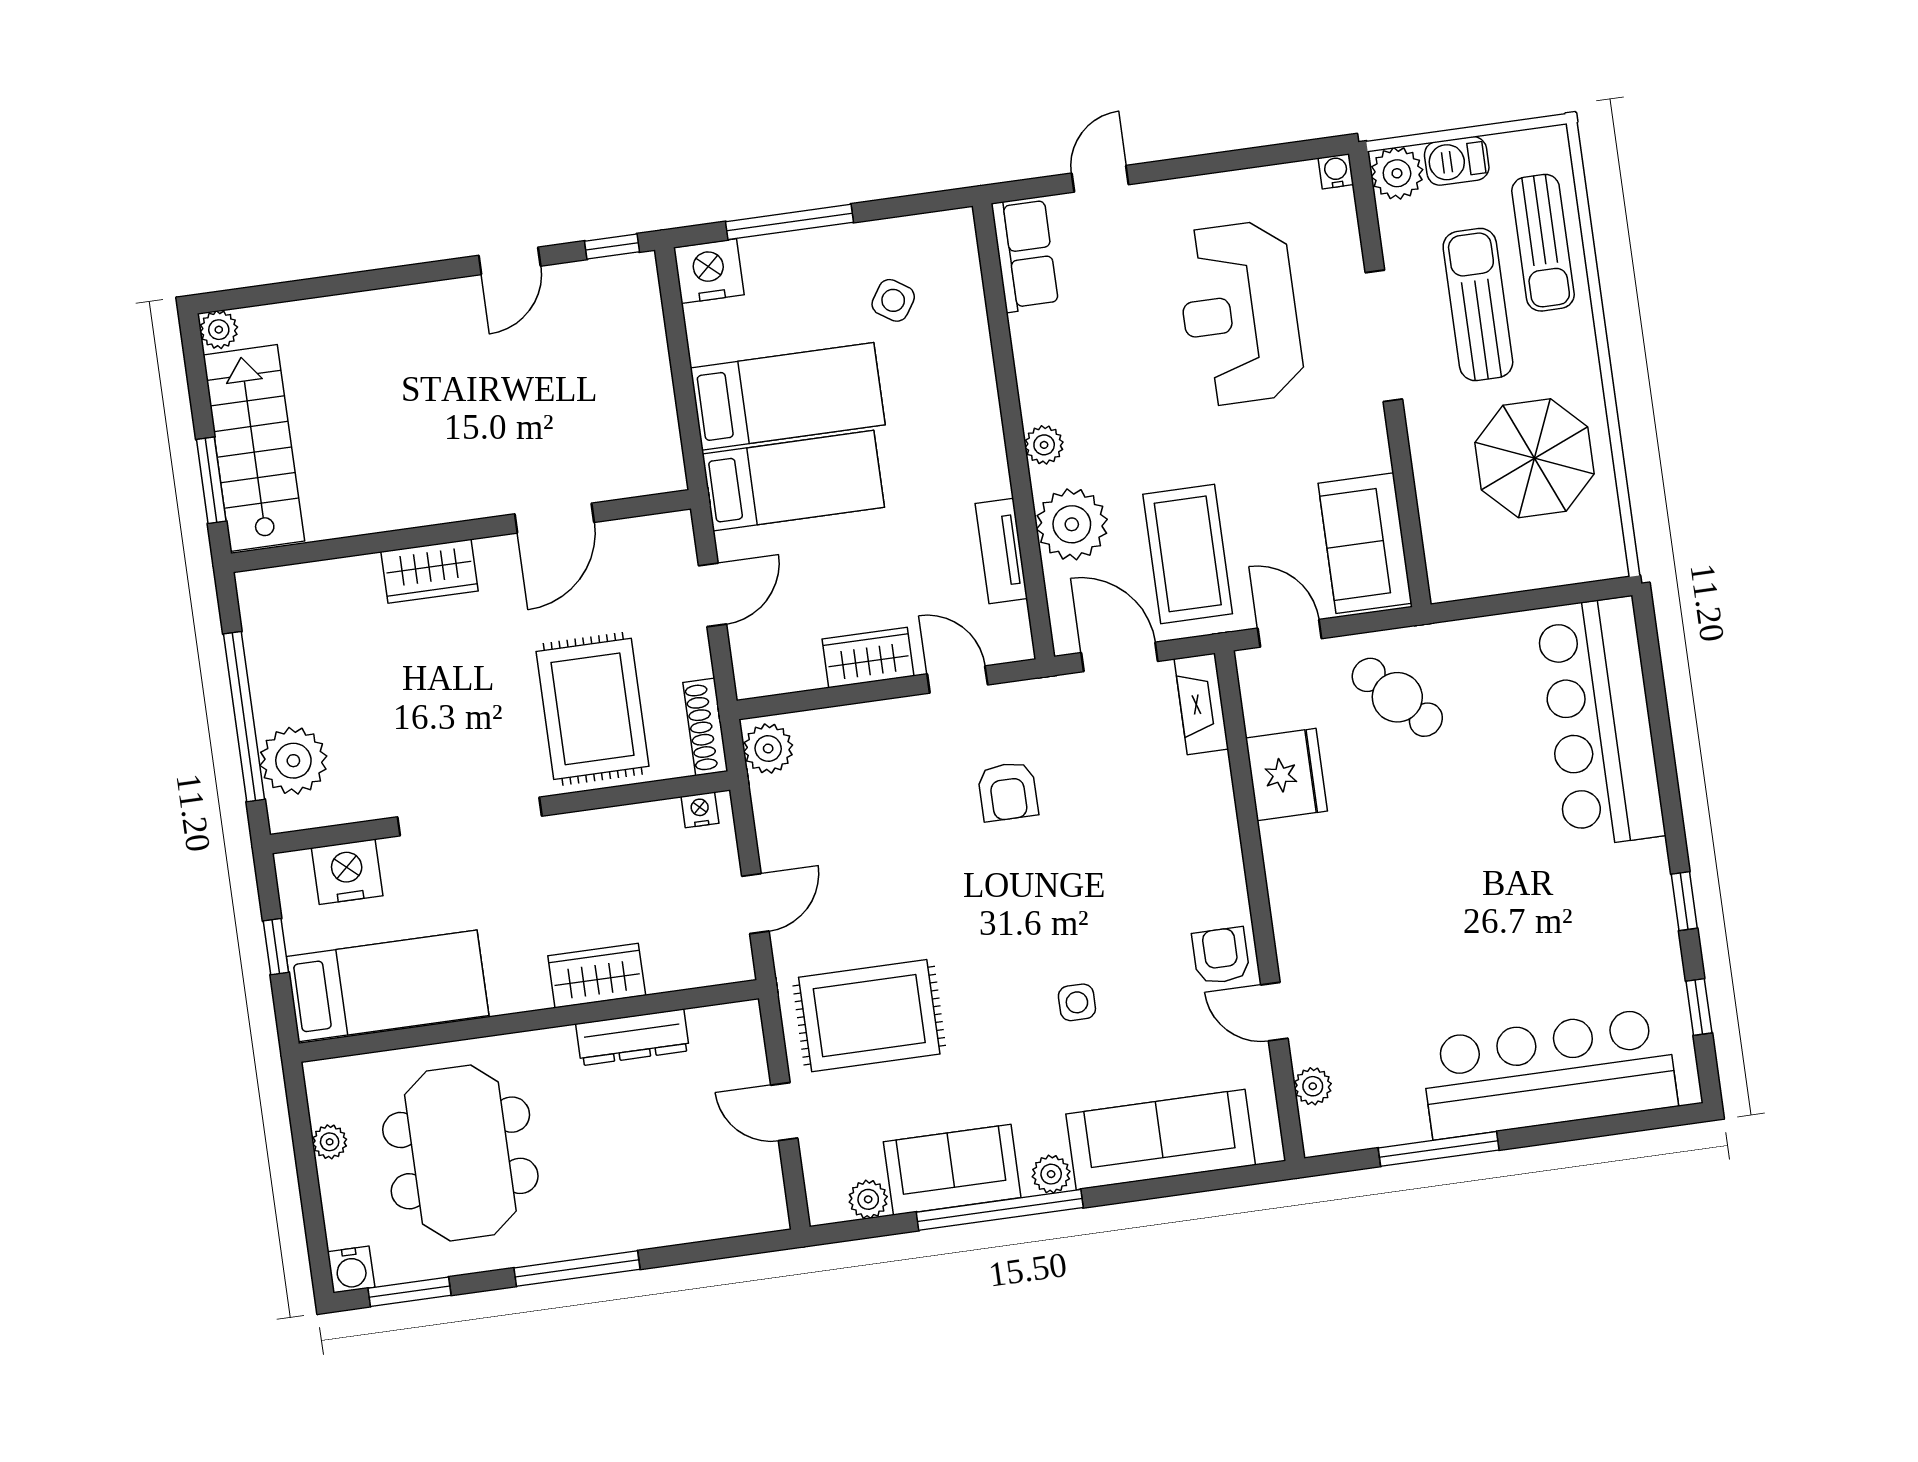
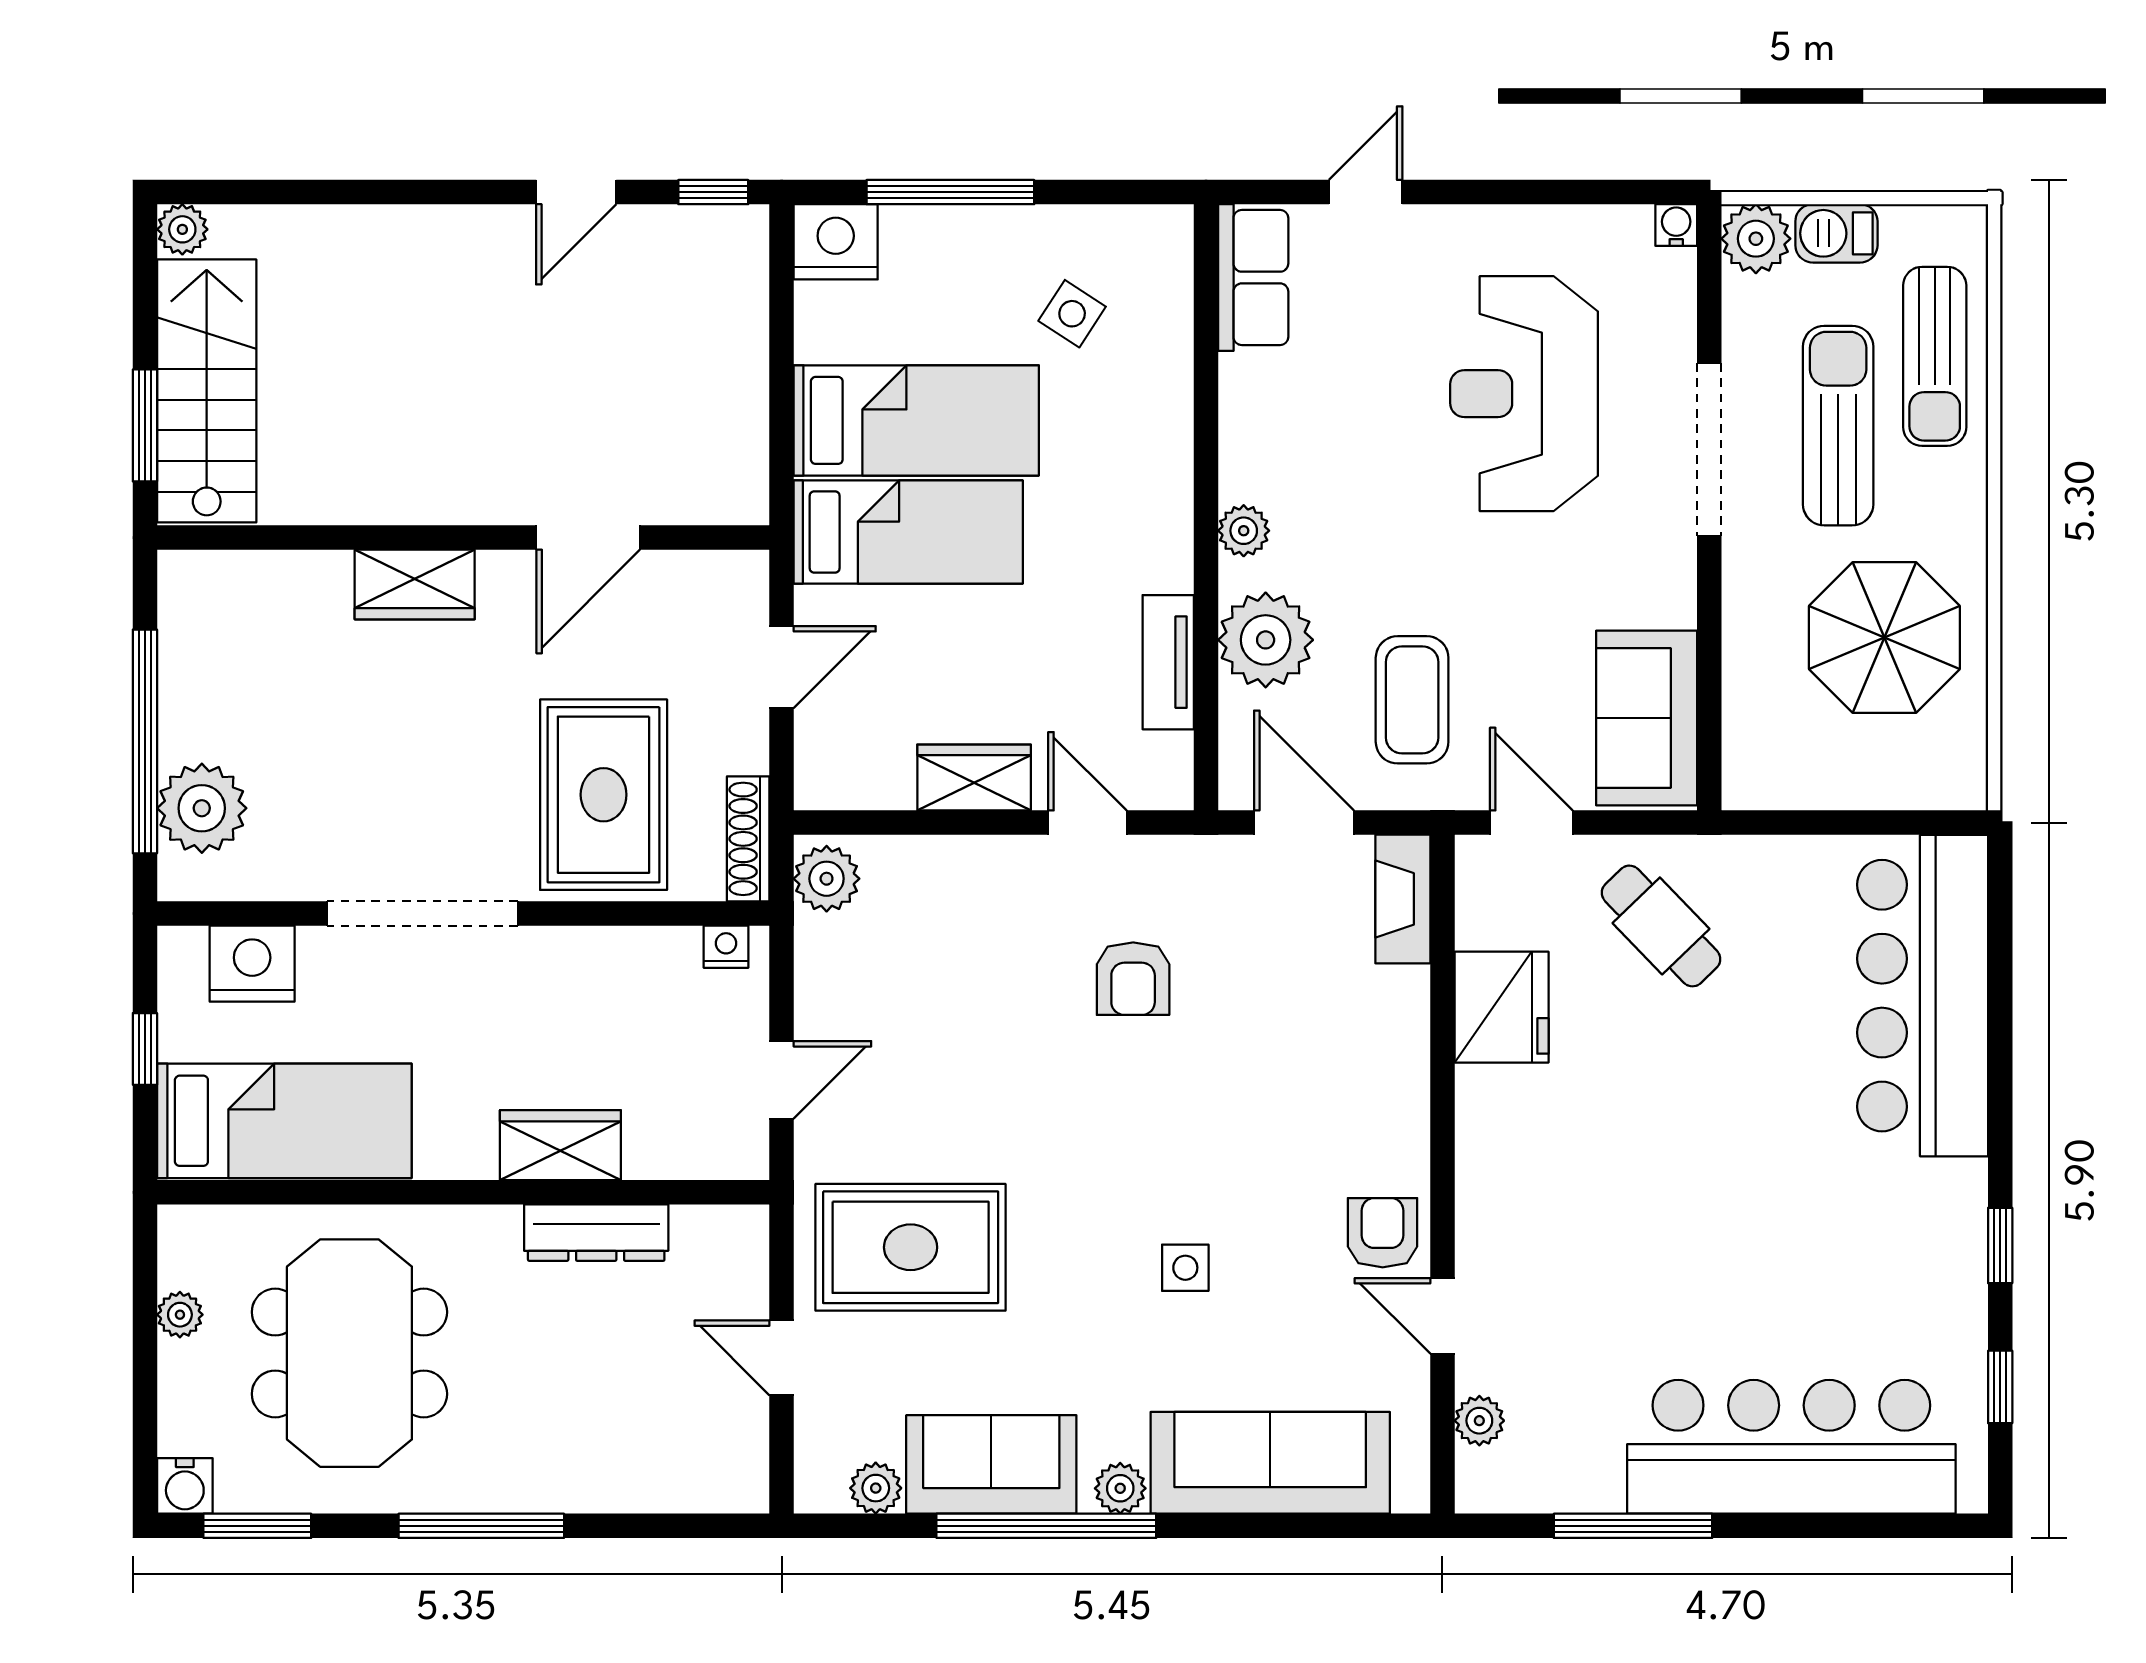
coffee table: (1188, 554) -> (1412, 700), width x0.73, depth x0.76

